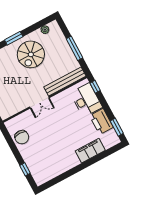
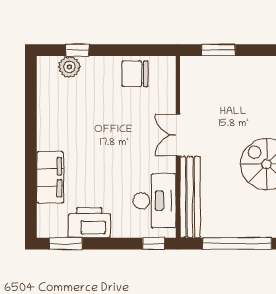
window: (75, 48) -> (237, 244), width x1.46
desk: (86, 100) -> (155, 201), moved, turned -90
plant: (35, 169) -> (69, 67), added

